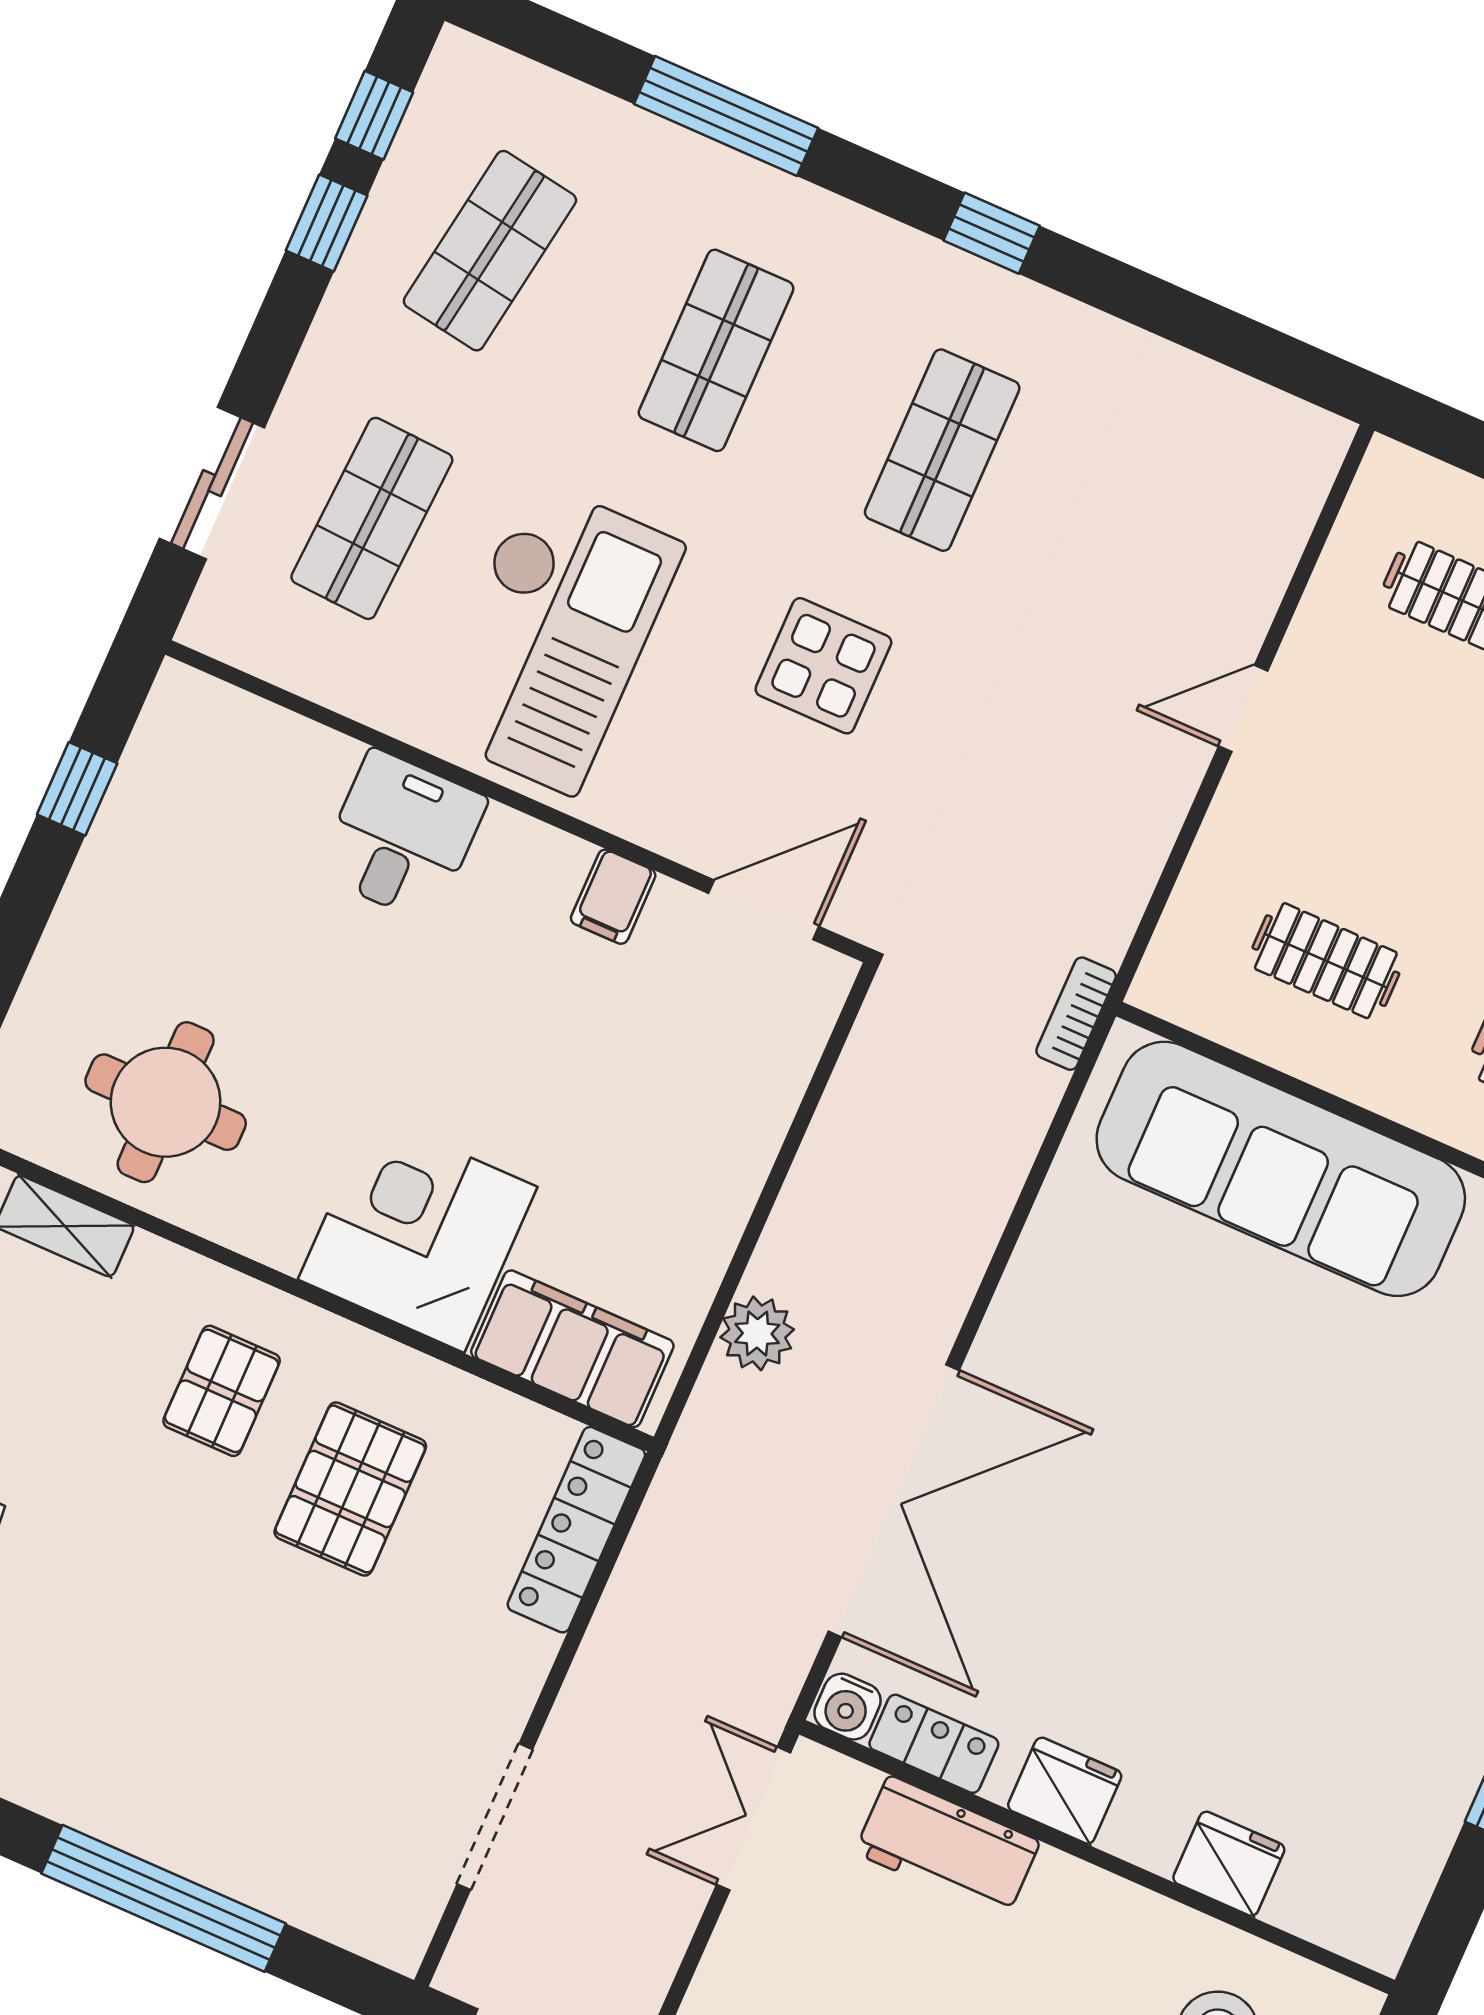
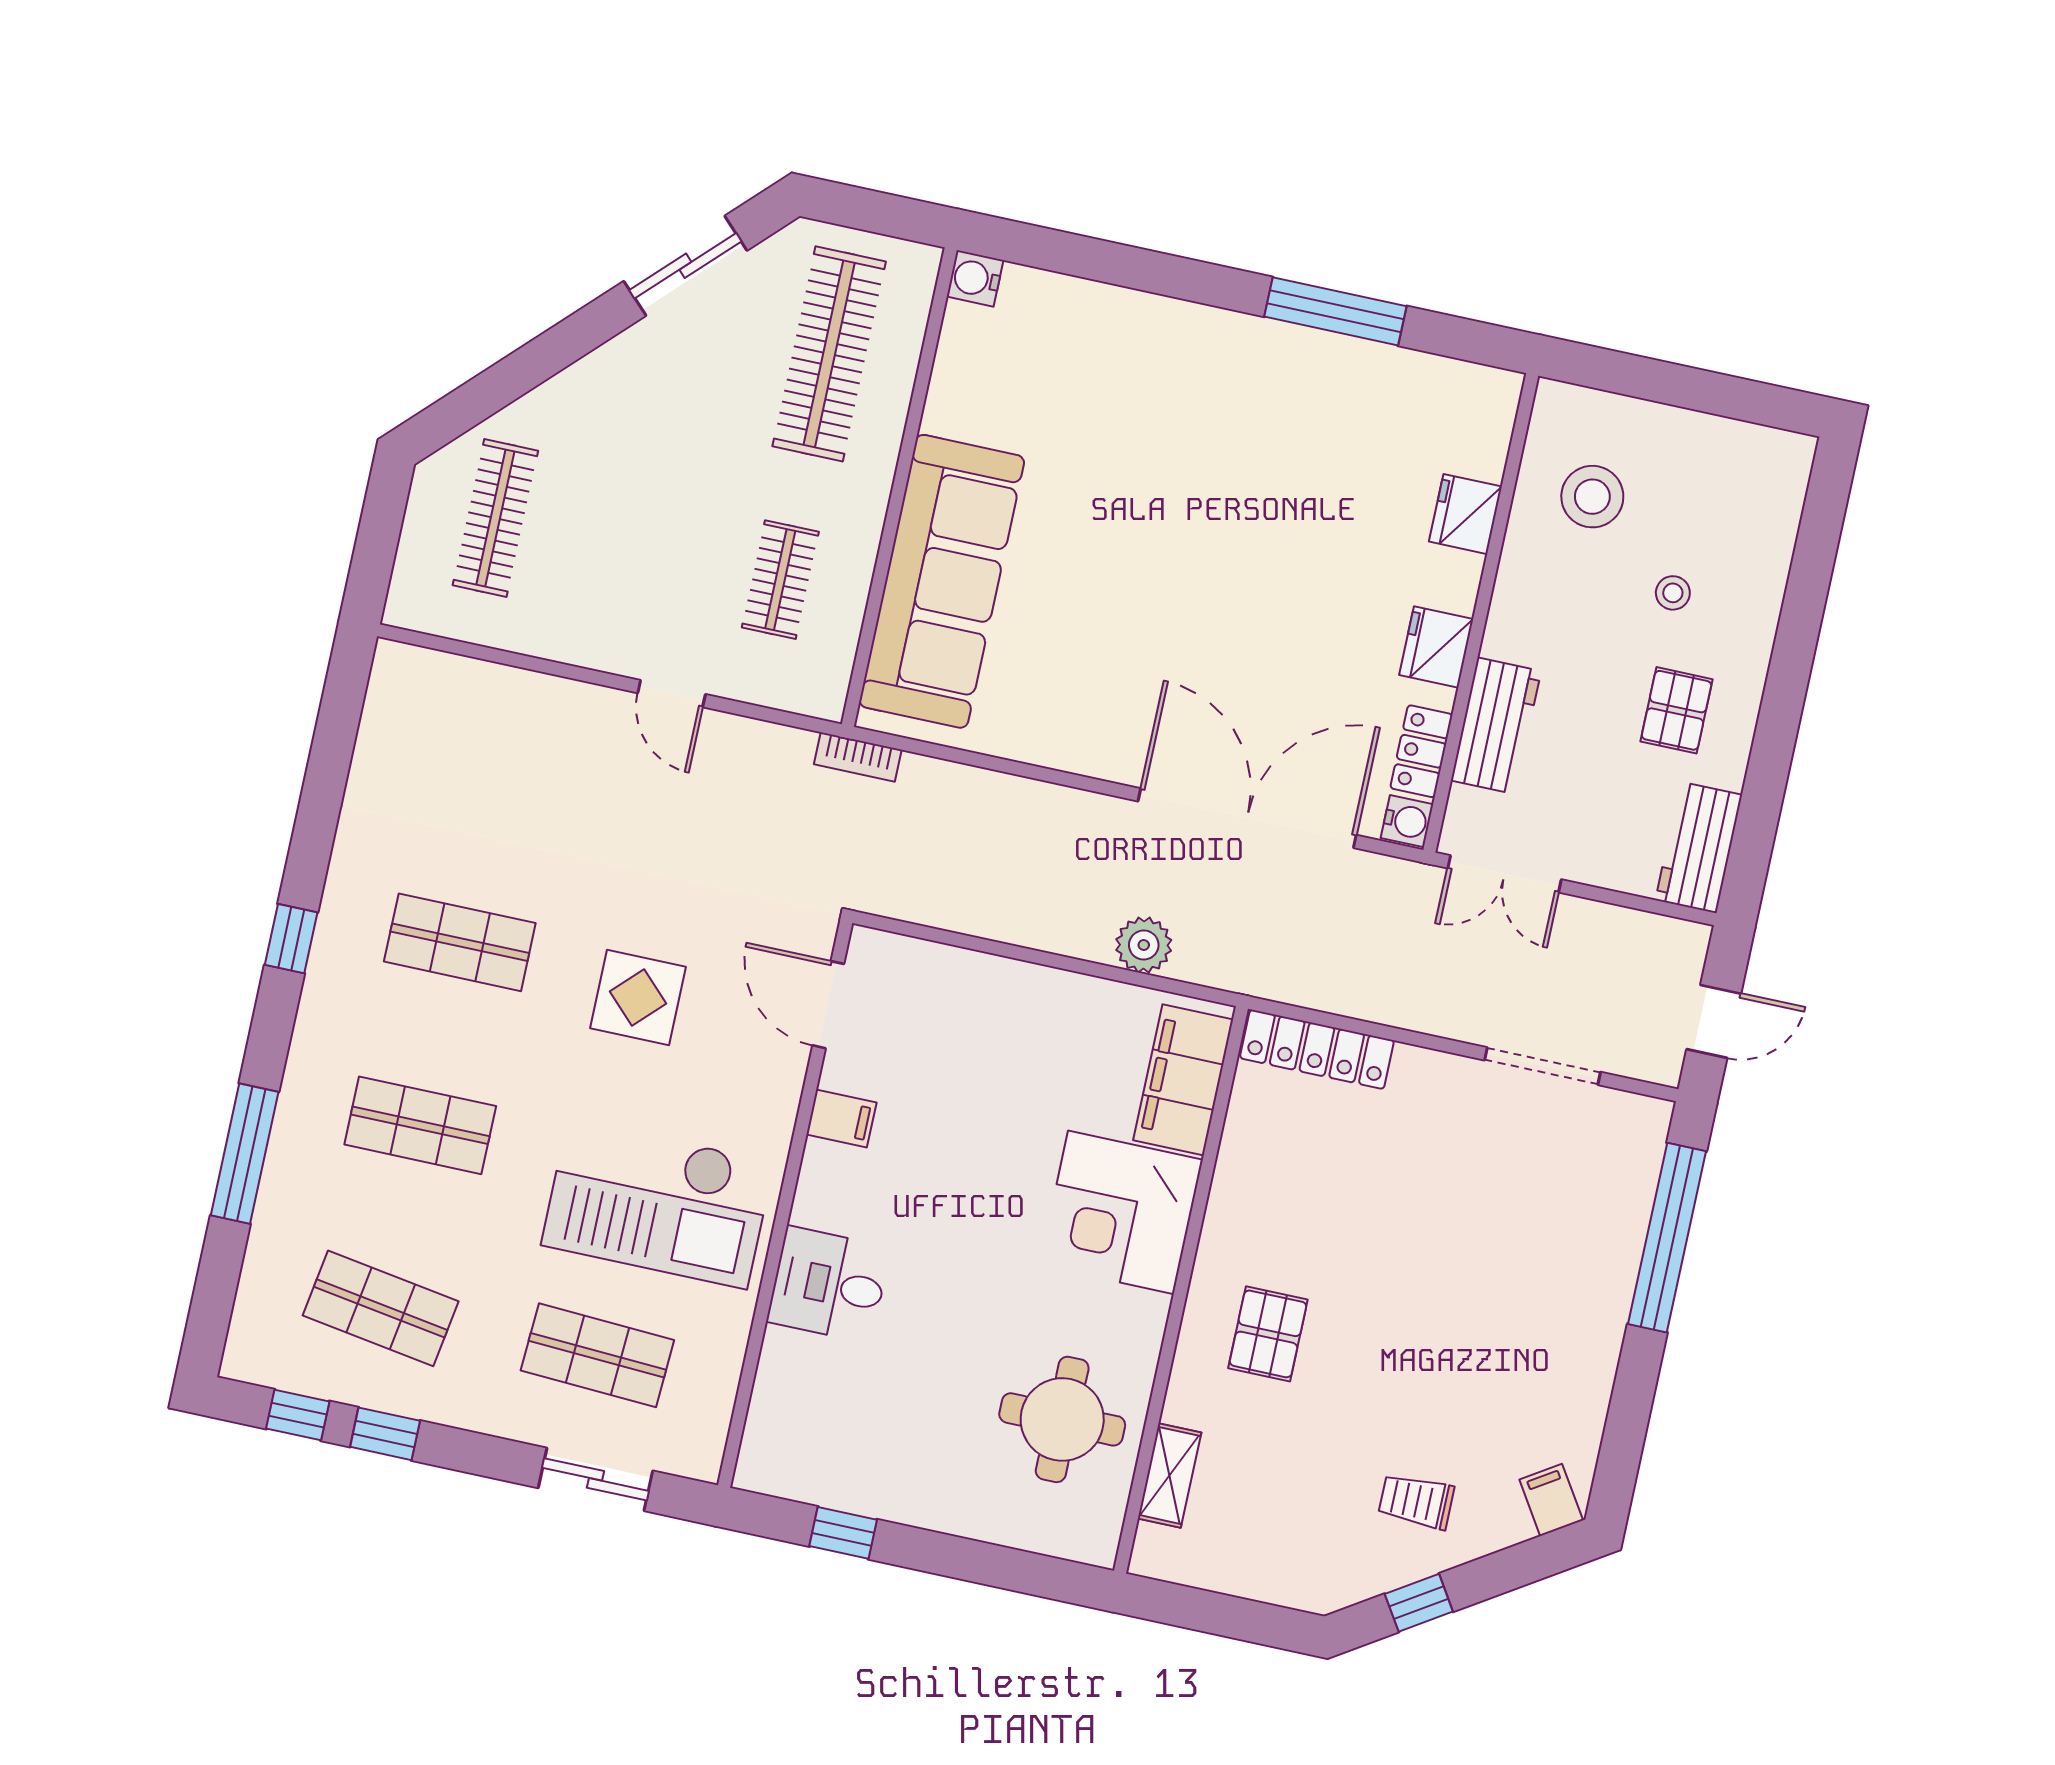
checkout: (552, 637) -> (658, 1203), turned 180
door: (1243, 709) -> (672, 694), moved
pallet: (222, 1391) -> (1268, 1334), turned 90
pallet: (350, 1489) -> (1321, 1223), removed
window: (164, 1898) -> (1667, 1238), moved

